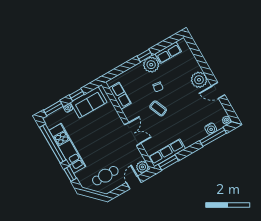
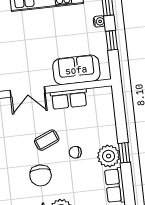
row of seats: (120, 96) -> (69, 99), moved
sofa: (89, 102) -> (76, 70), moved, turned 90
chair: (182, 103) -> (41, 175), added

